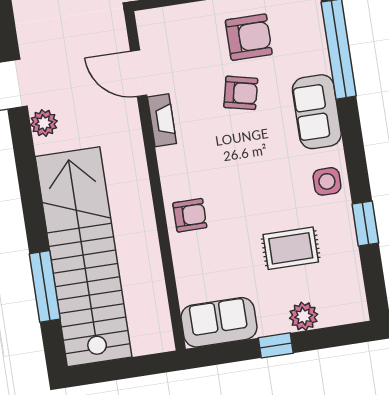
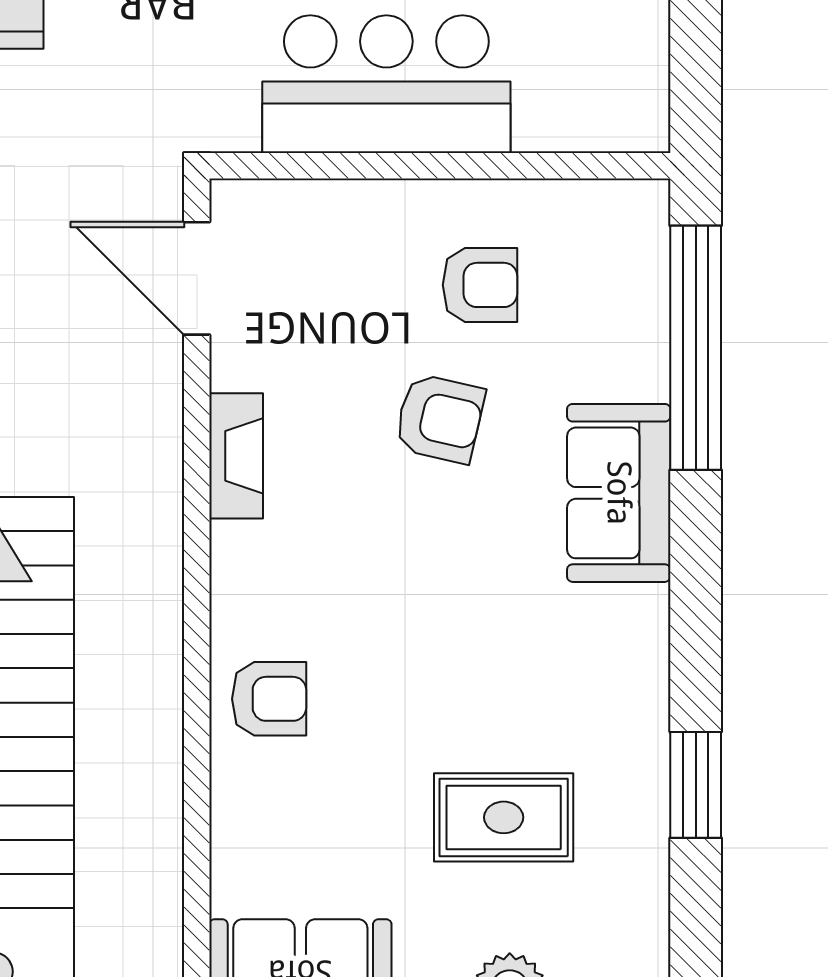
armchair: (249, 37) -> (480, 285), width x0.72, depth x0.72
door: (139, 73) -> (197, 278), moved
side table: (327, 181) -> (617, 667), removed

